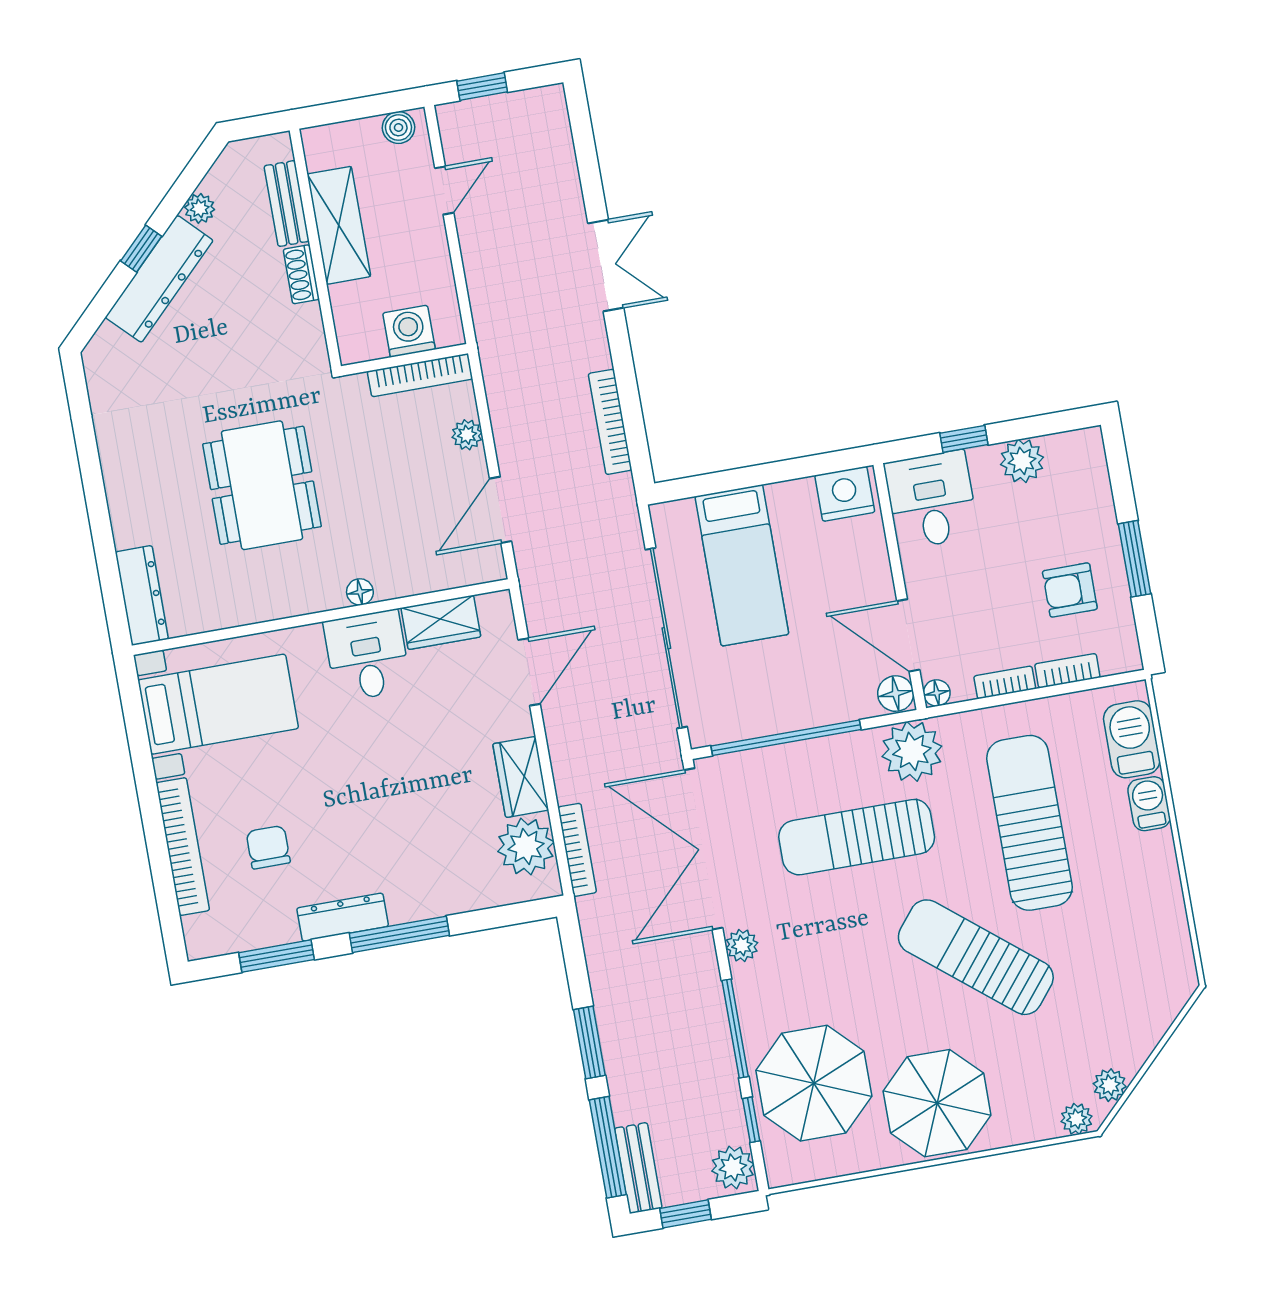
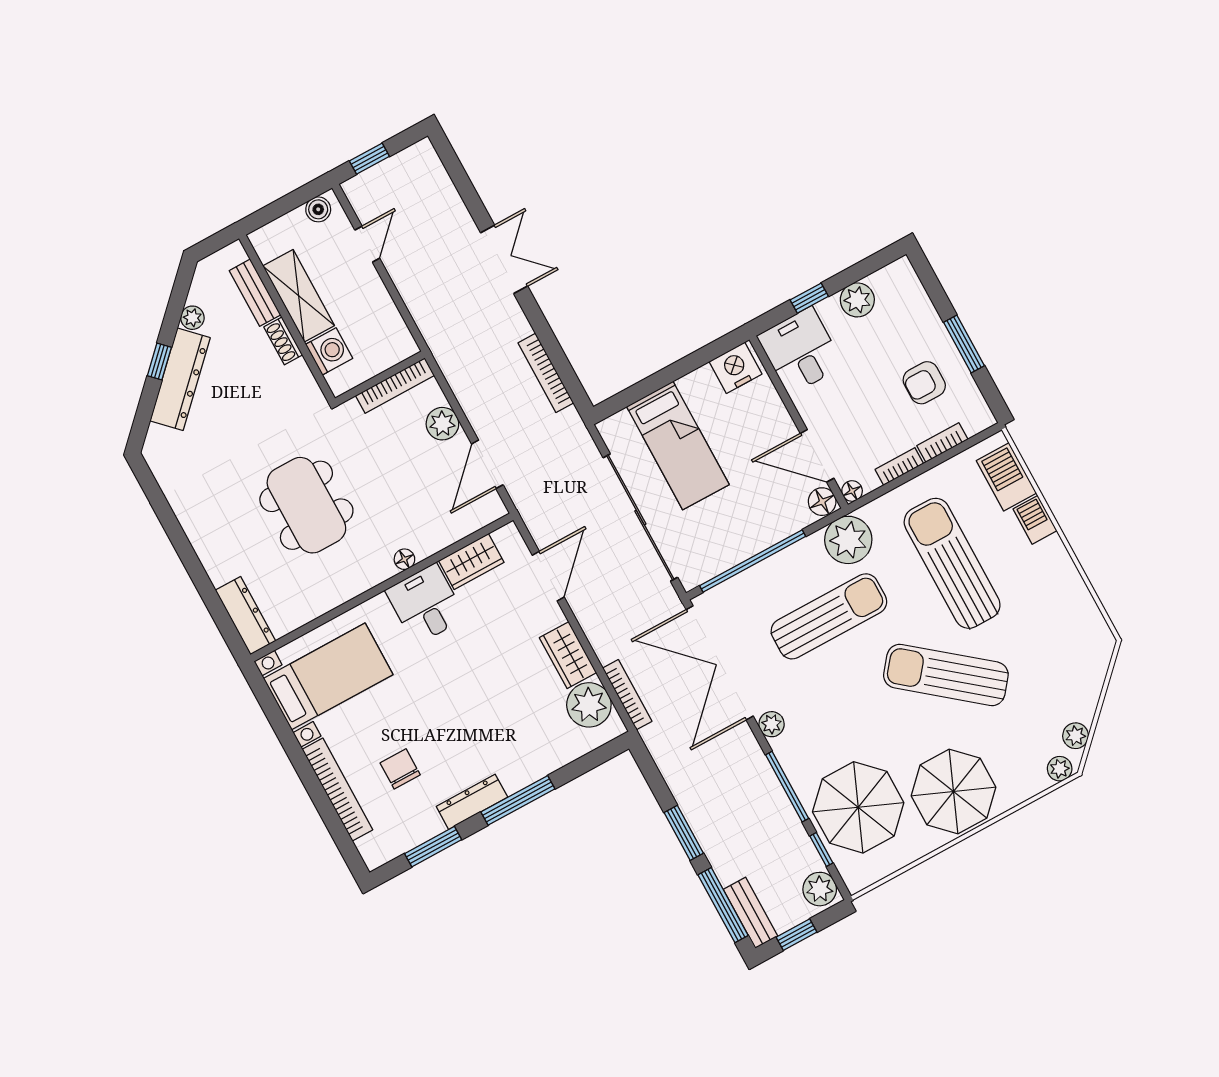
washing machine: (409, 331) -> (329, 351), moved, turned 90
plant: (467, 435) -> (442, 424), width x1.38, depth x1.38
sun lounger: (857, 837) -> (829, 616), turned 180

